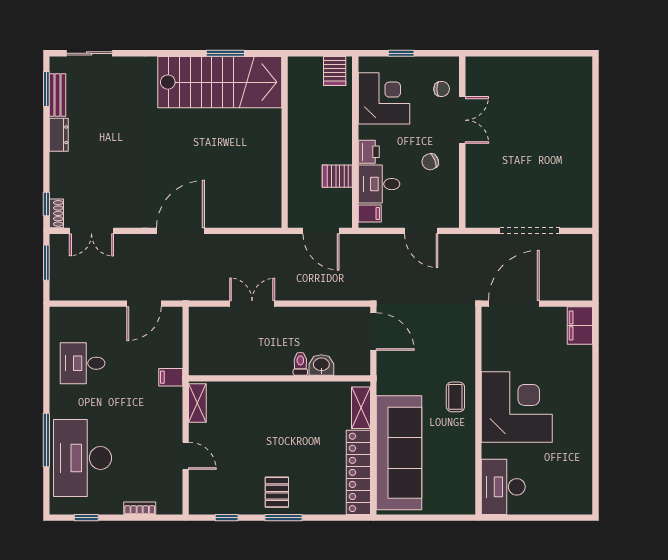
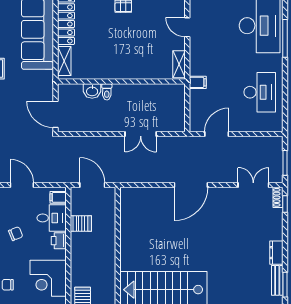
desk: (83, 363) -> (260, 92), width x1.37

